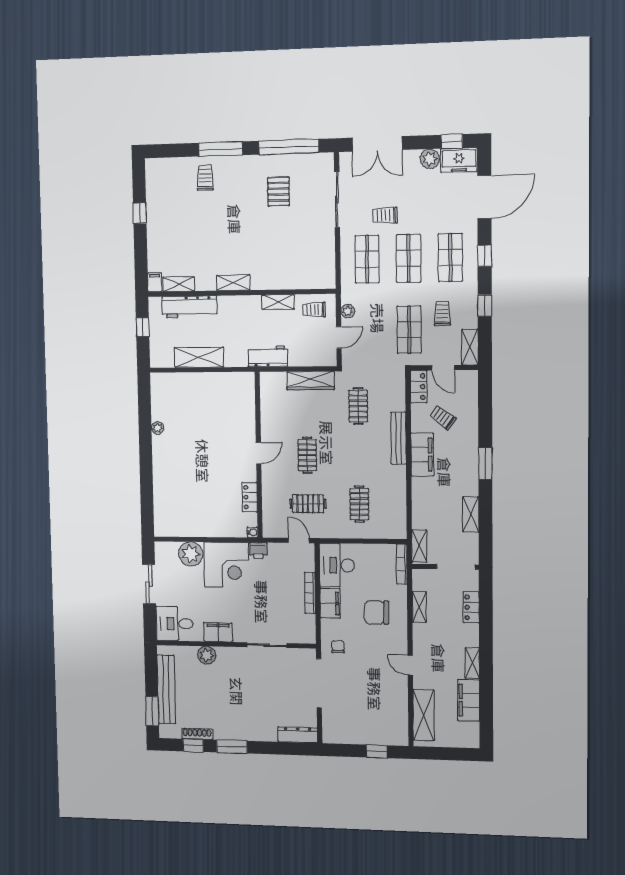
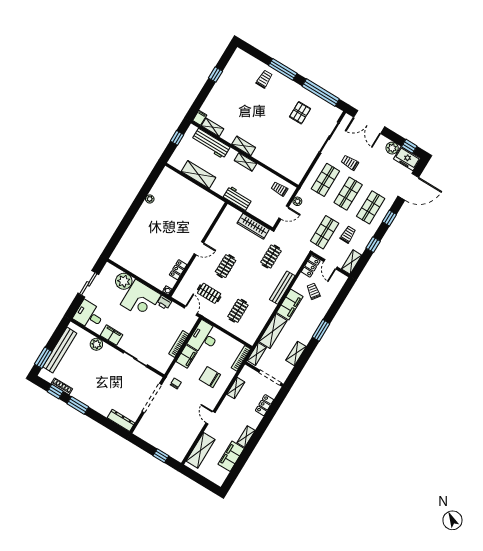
shelving: (278, 302) -> (245, 162), moved
shelving: (422, 503) -> (273, 331), added

